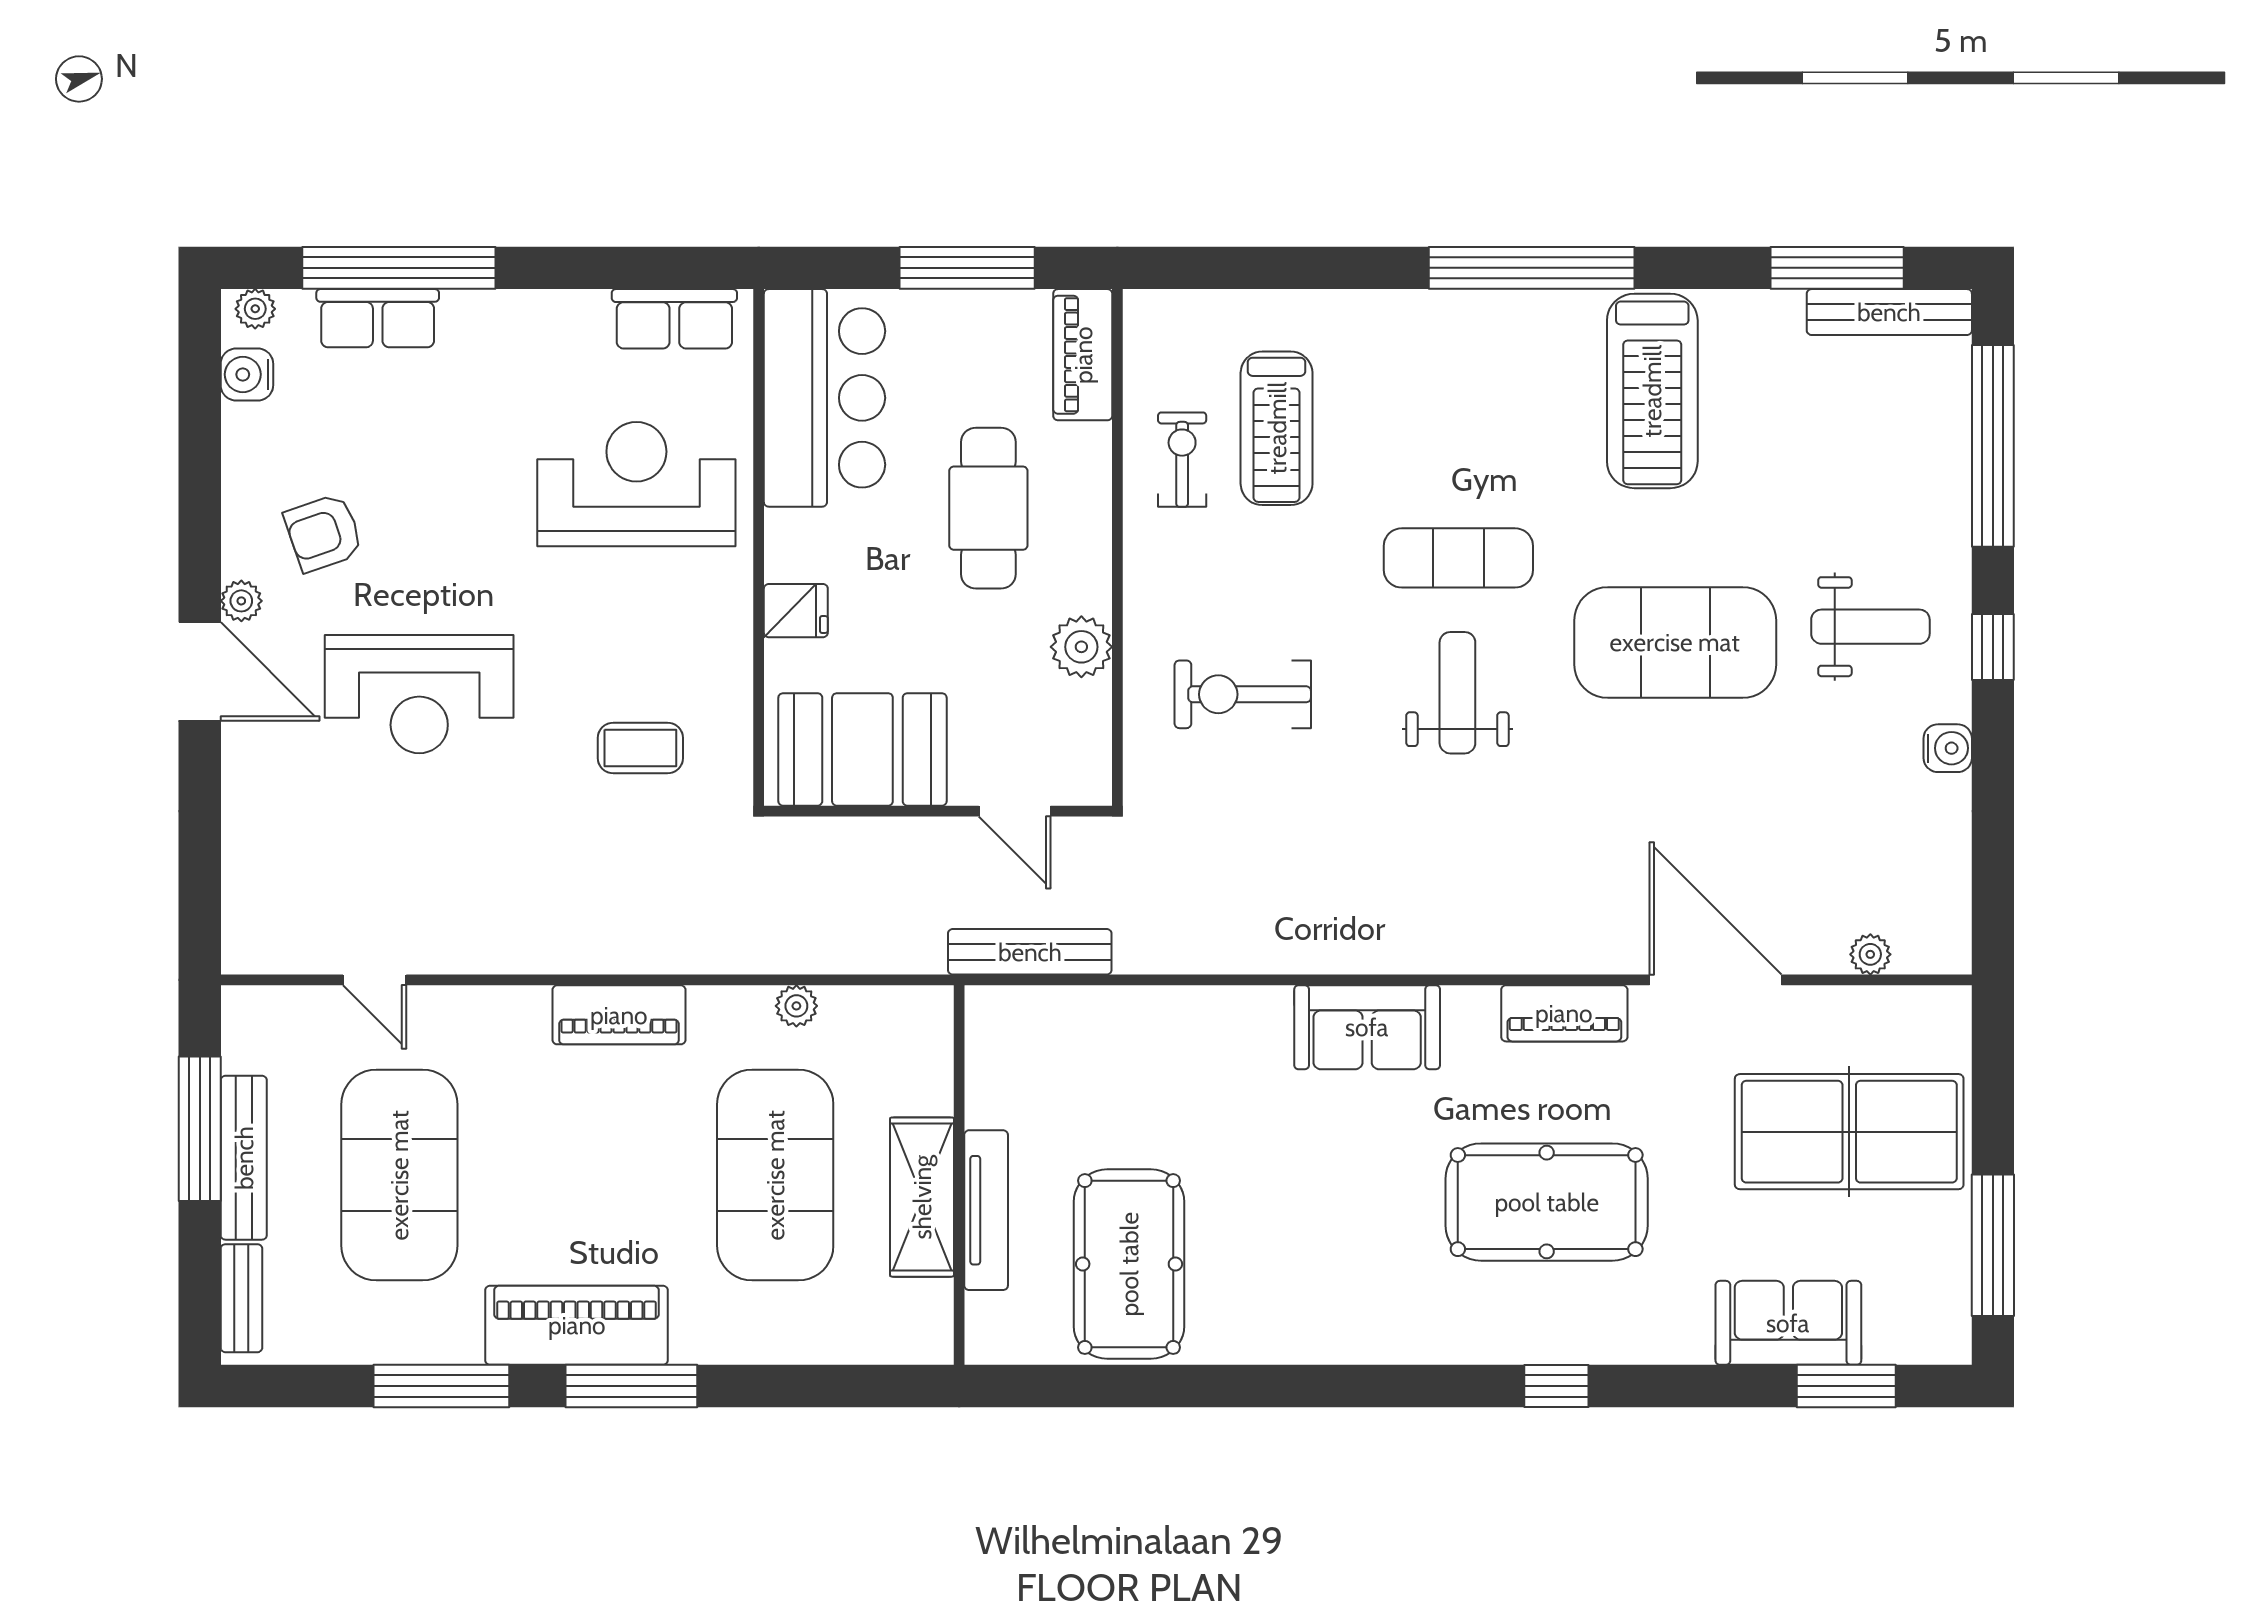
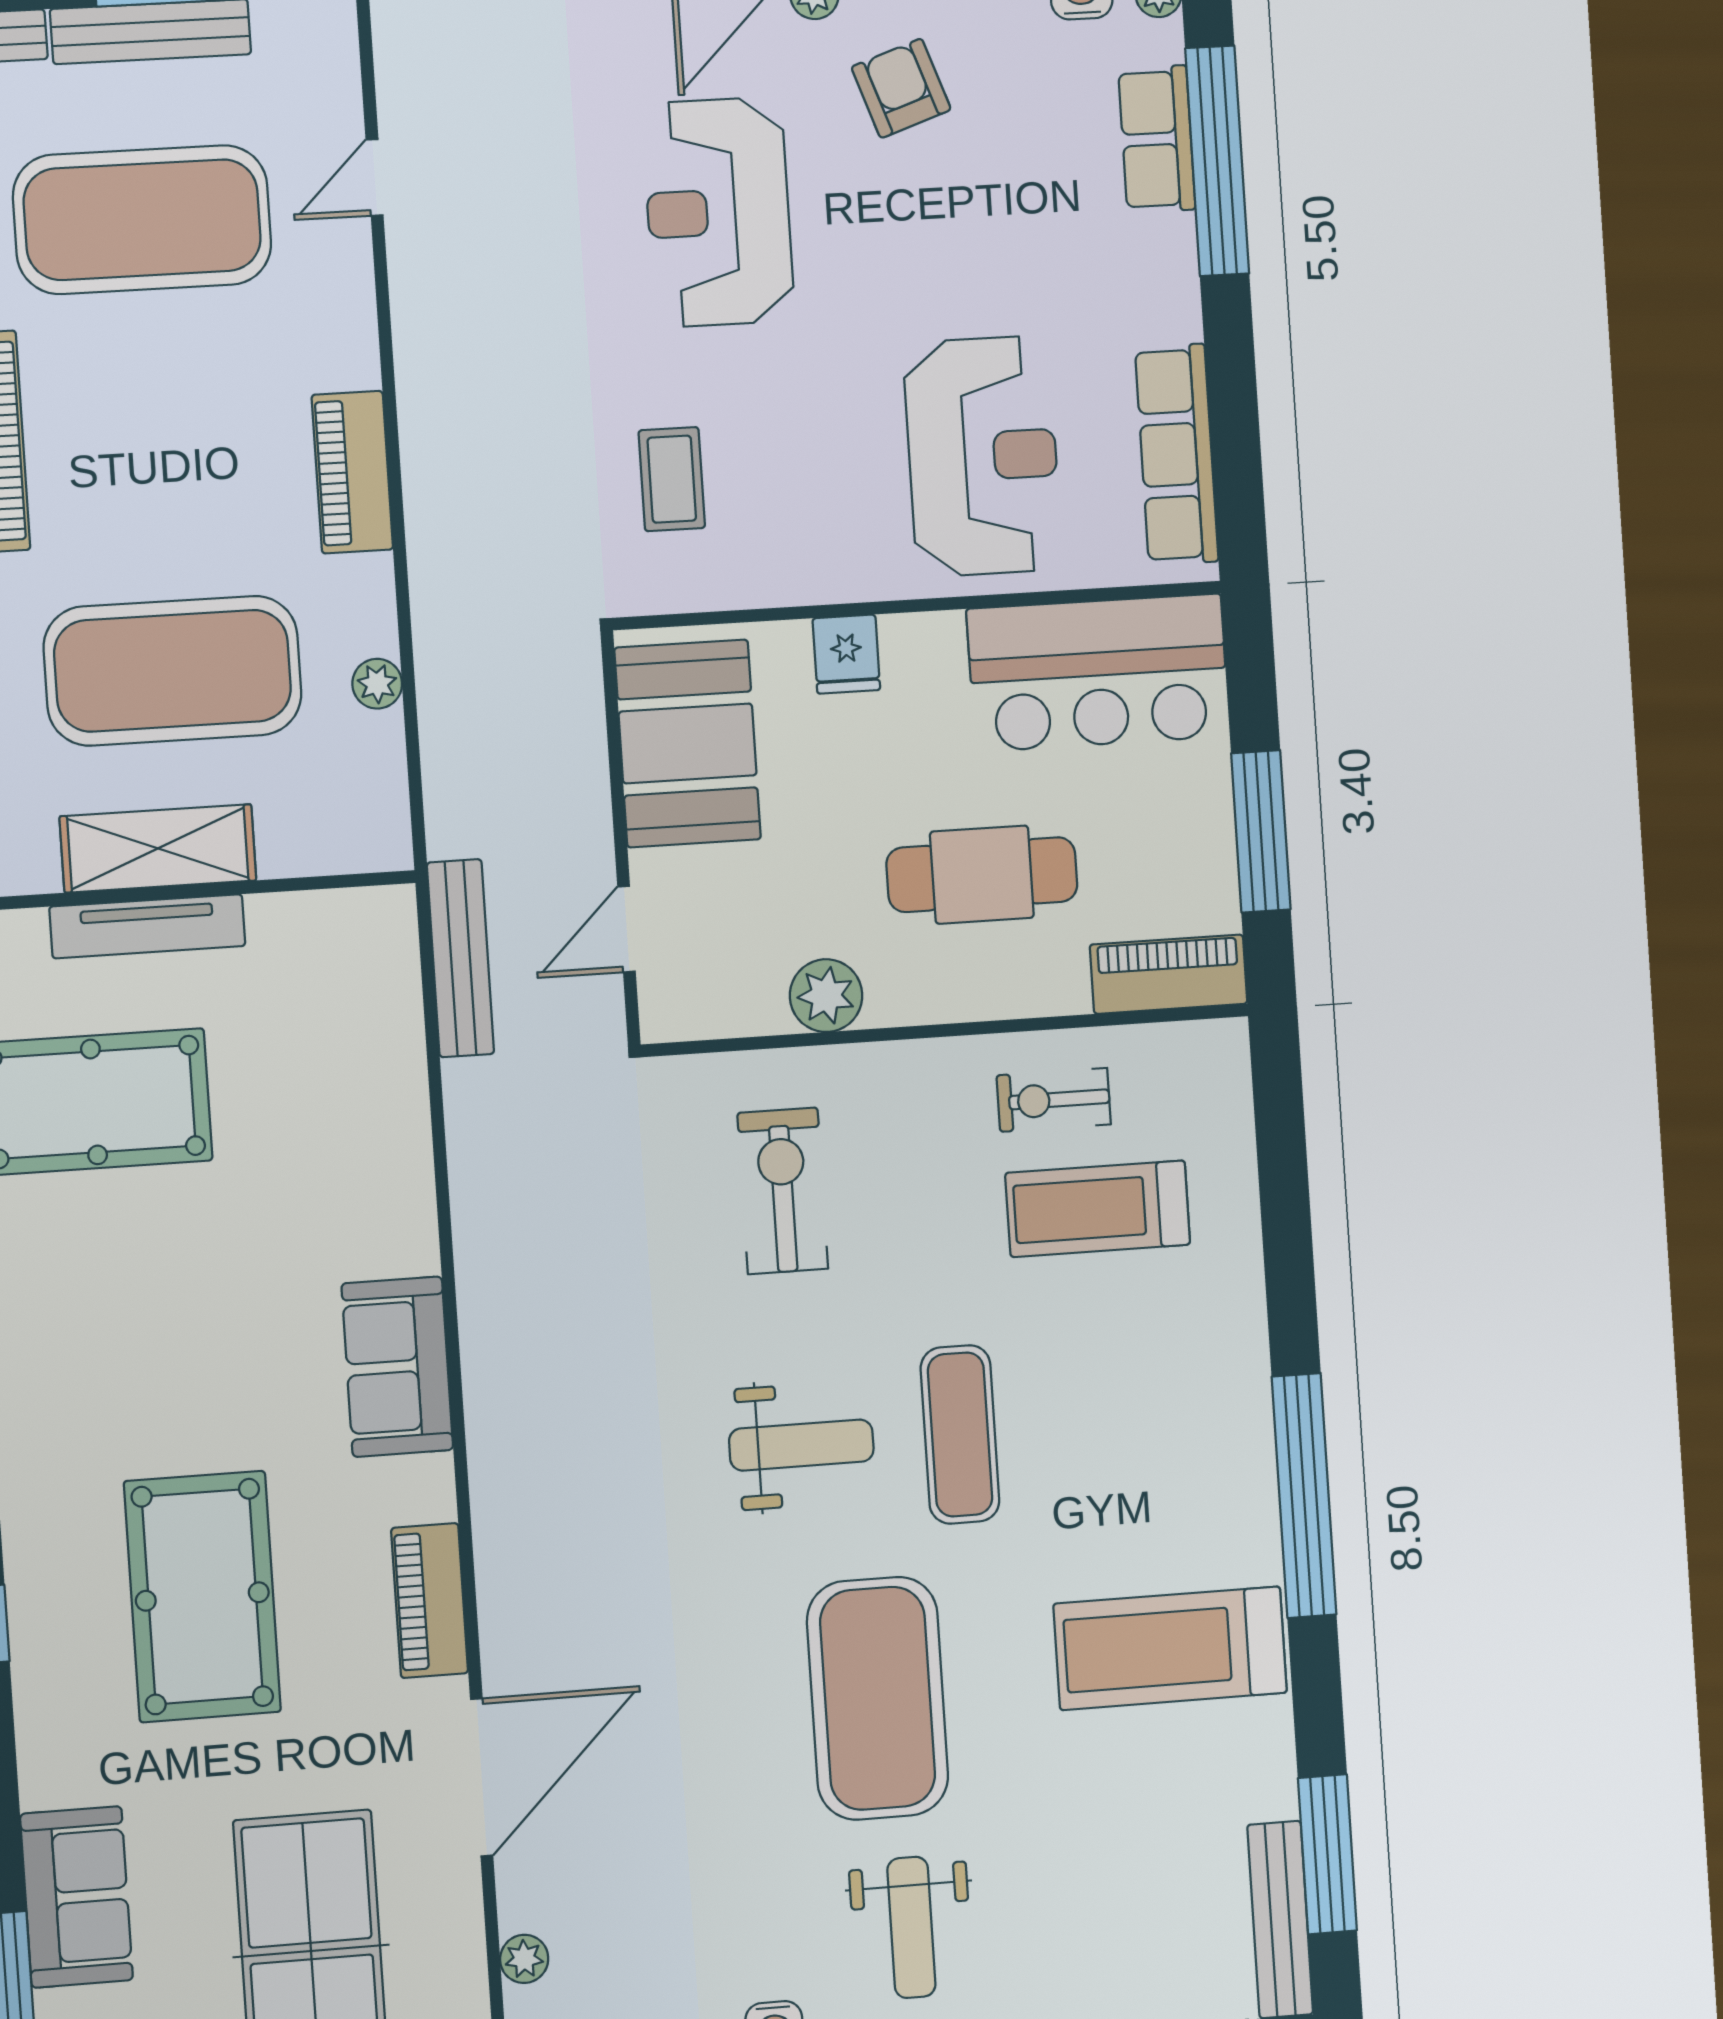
row of seats: (674, 319) -> (1177, 454), width x1.48
exercise bike: (1182, 460) -> (1054, 1100), turned 180

